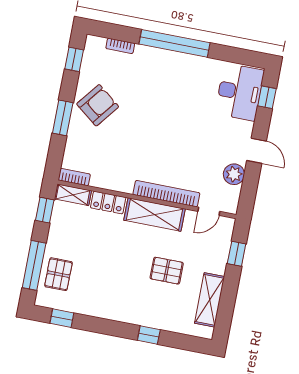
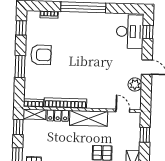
armchair: (98, 105) -> (41, 55), turned 52
bookcase: (166, 194) -> (65, 103), moved
door: (209, 211) -> (123, 111), swing flipped

